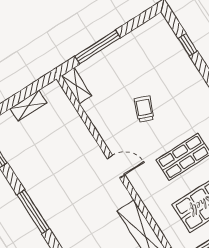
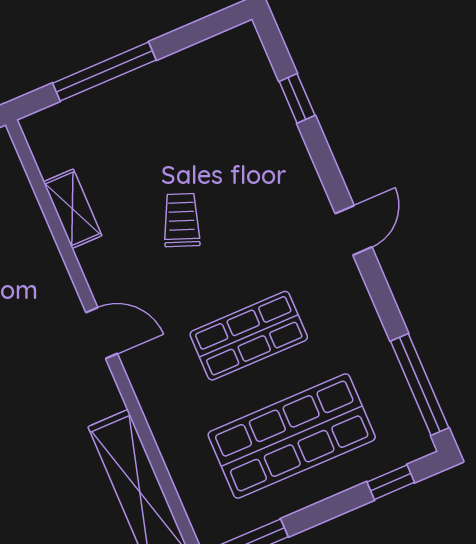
shelving: (77, 86) -> (73, 209), moved

